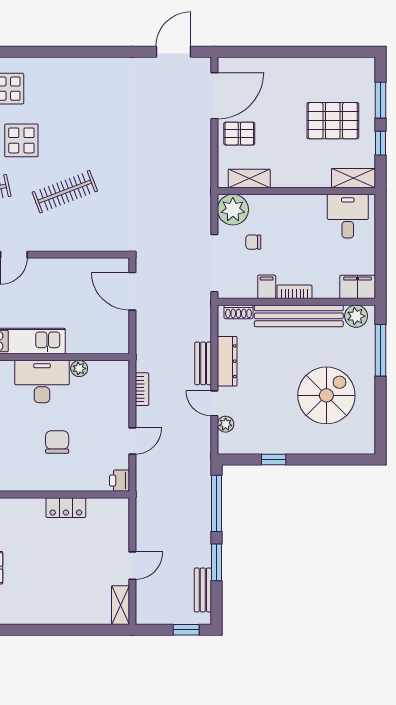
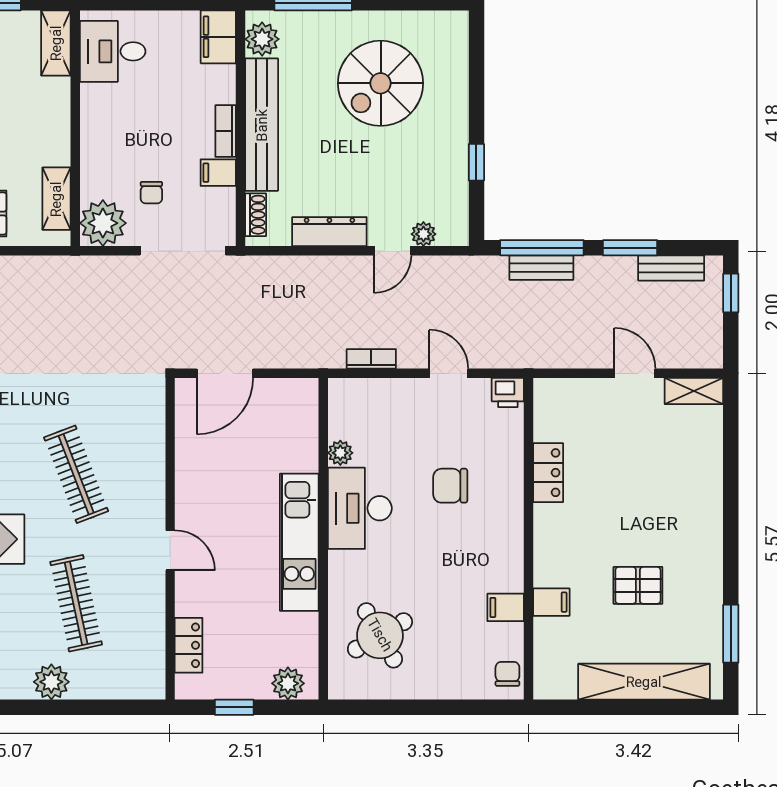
bench: (203, 363) -> (541, 268), moved
spiral stairs: (326, 395) -> (381, 83), turned -90

